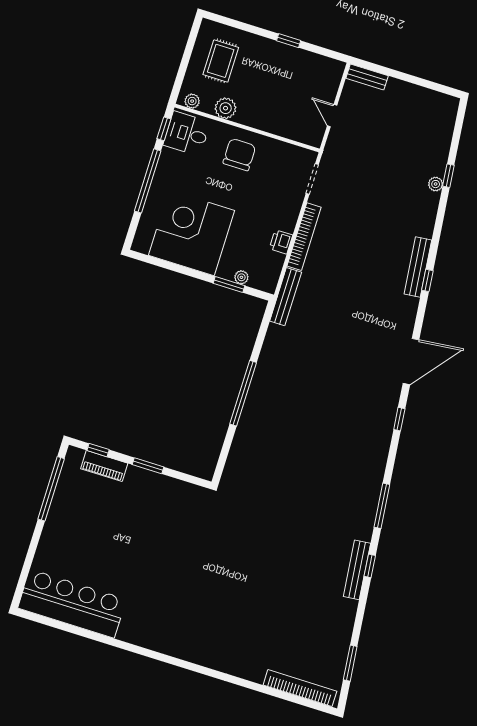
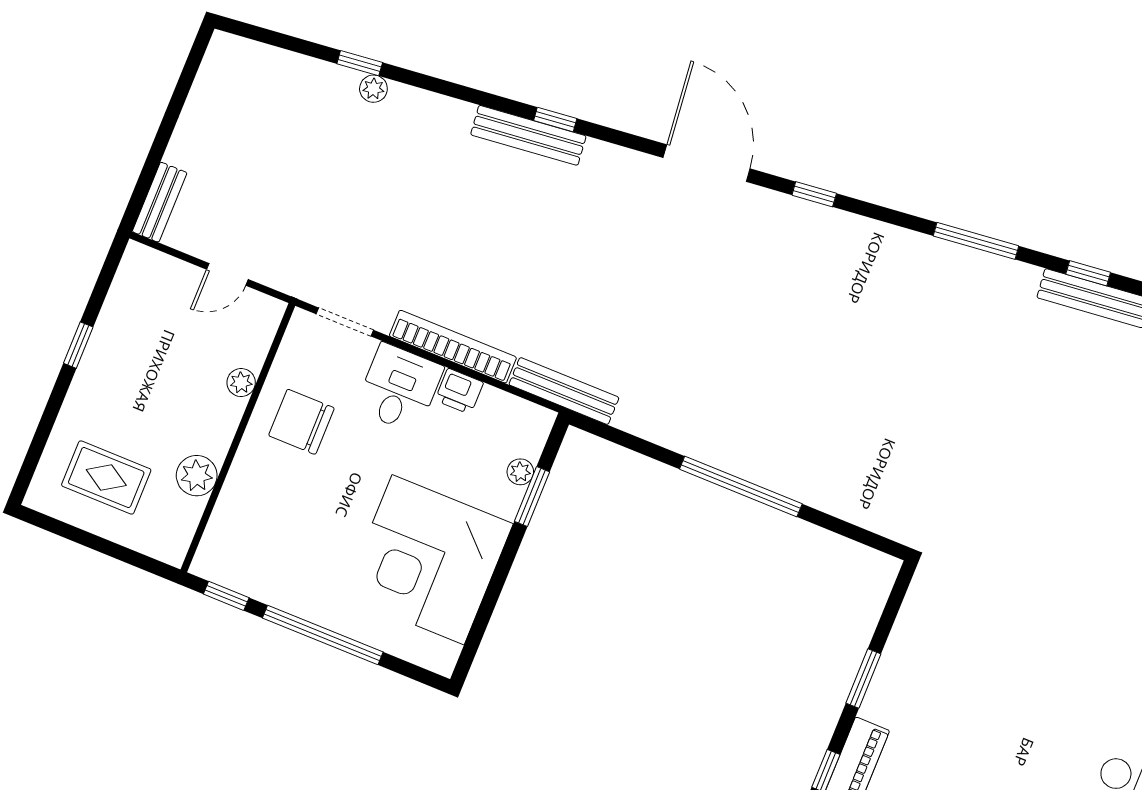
plant: (192, 101) -> (241, 383), moved
desk: (187, 134) -> (399, 388), moved, turned 180
chair: (239, 155) -> (301, 422), moved

